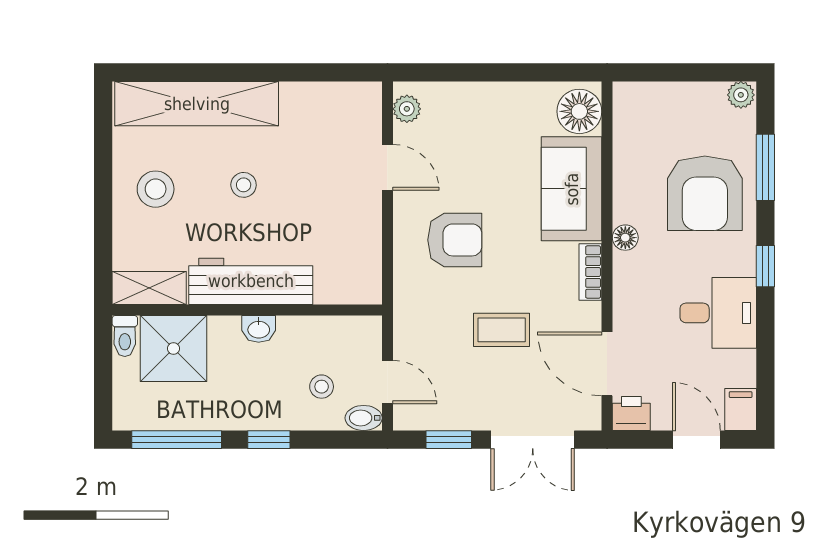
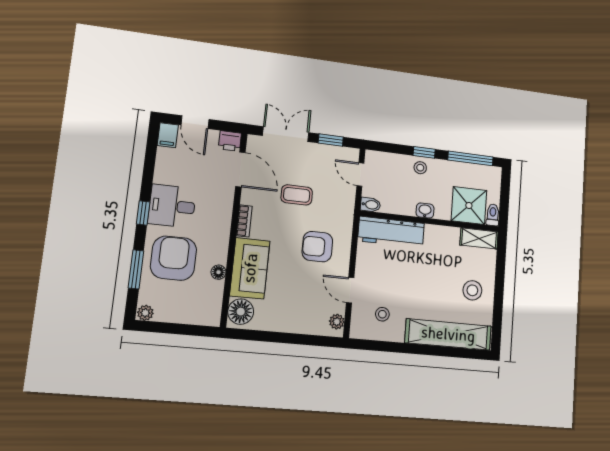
stool: (244, 185) -> (382, 314), moved
floor lamp: (625, 238) -> (219, 272), moved
workbench: (251, 281) -> (391, 232), moved
desk: (718, 313) -> (172, 206), moved
stool: (322, 387) -> (420, 168), moved
bidet: (364, 418) -> (370, 205), moved

